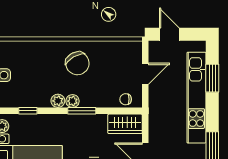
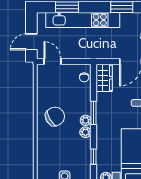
door: (145, 74) -> (53, 61), moved

